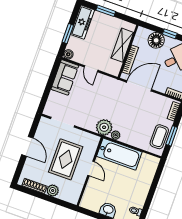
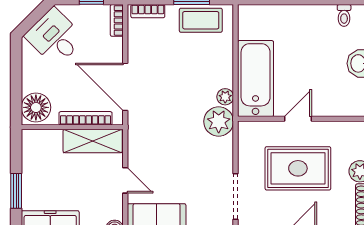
window: (170, 34) -> (16, 66), removed
floor lamp: (156, 40) -> (36, 107), moved
shelving: (122, 45) -> (93, 141), moved
door: (91, 69) -> (125, 180), hinge flipped

